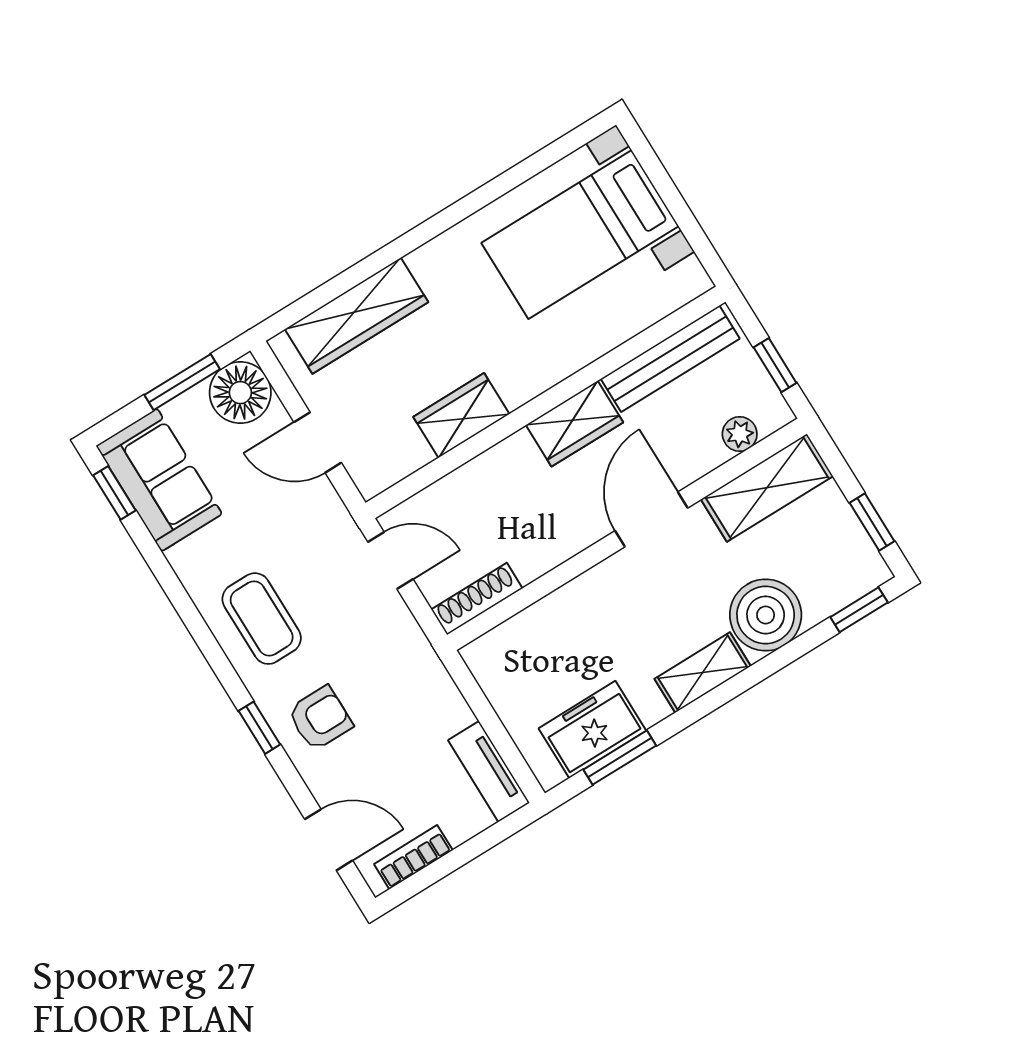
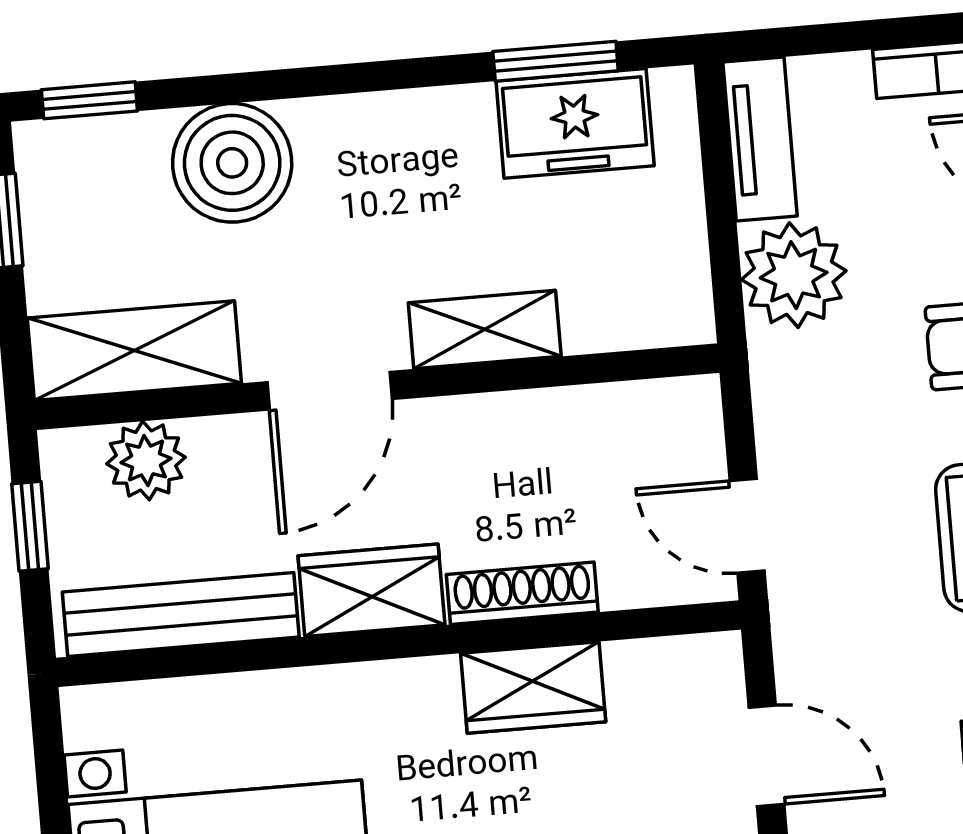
plant: (740, 434) -> (146, 461), width x1.38, depth x1.38
shoe rack: (477, 599) -> (522, 593), moved, turned 180
shelving: (703, 672) -> (485, 330), moved
plant: (434, 708) -> (794, 275), added

